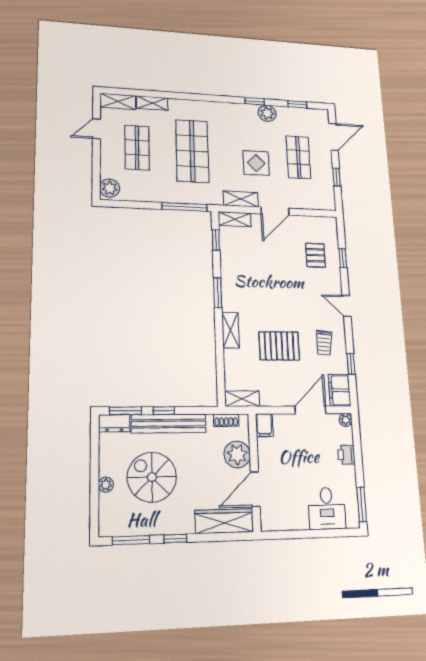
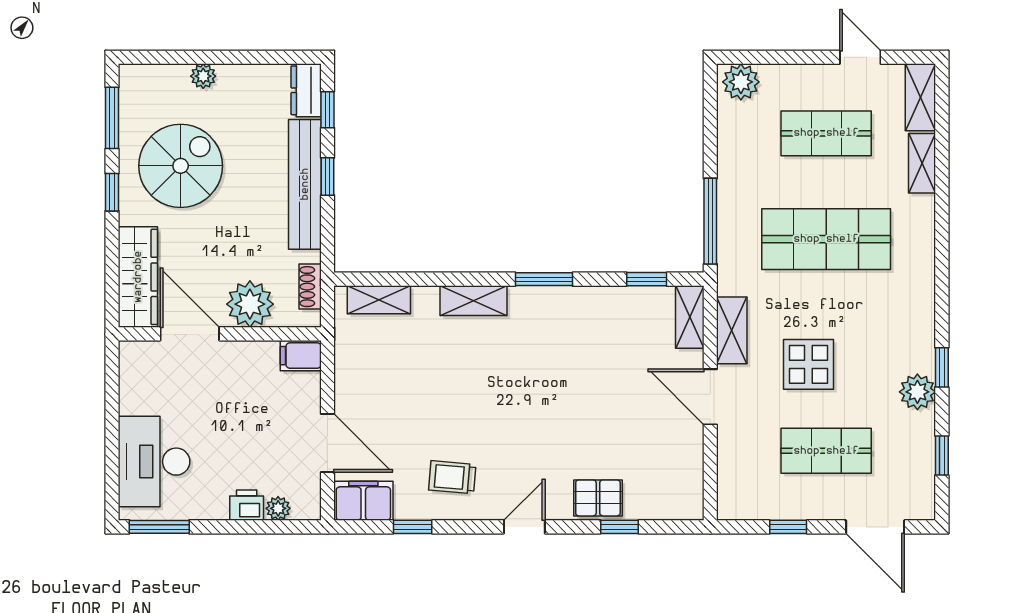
pallet: (315, 255) -> (598, 498), moved
pallet: (279, 346) -> (445, 391), removed
shelving: (242, 399) -> (379, 300), moved, turned 90
window: (126, 411) -> (327, 110), width x0.67
plant: (346, 420) -> (278, 508), moved
spiral stairs: (152, 477) -> (181, 166), moved
desk: (327, 508) -> (154, 462), width x1.37

